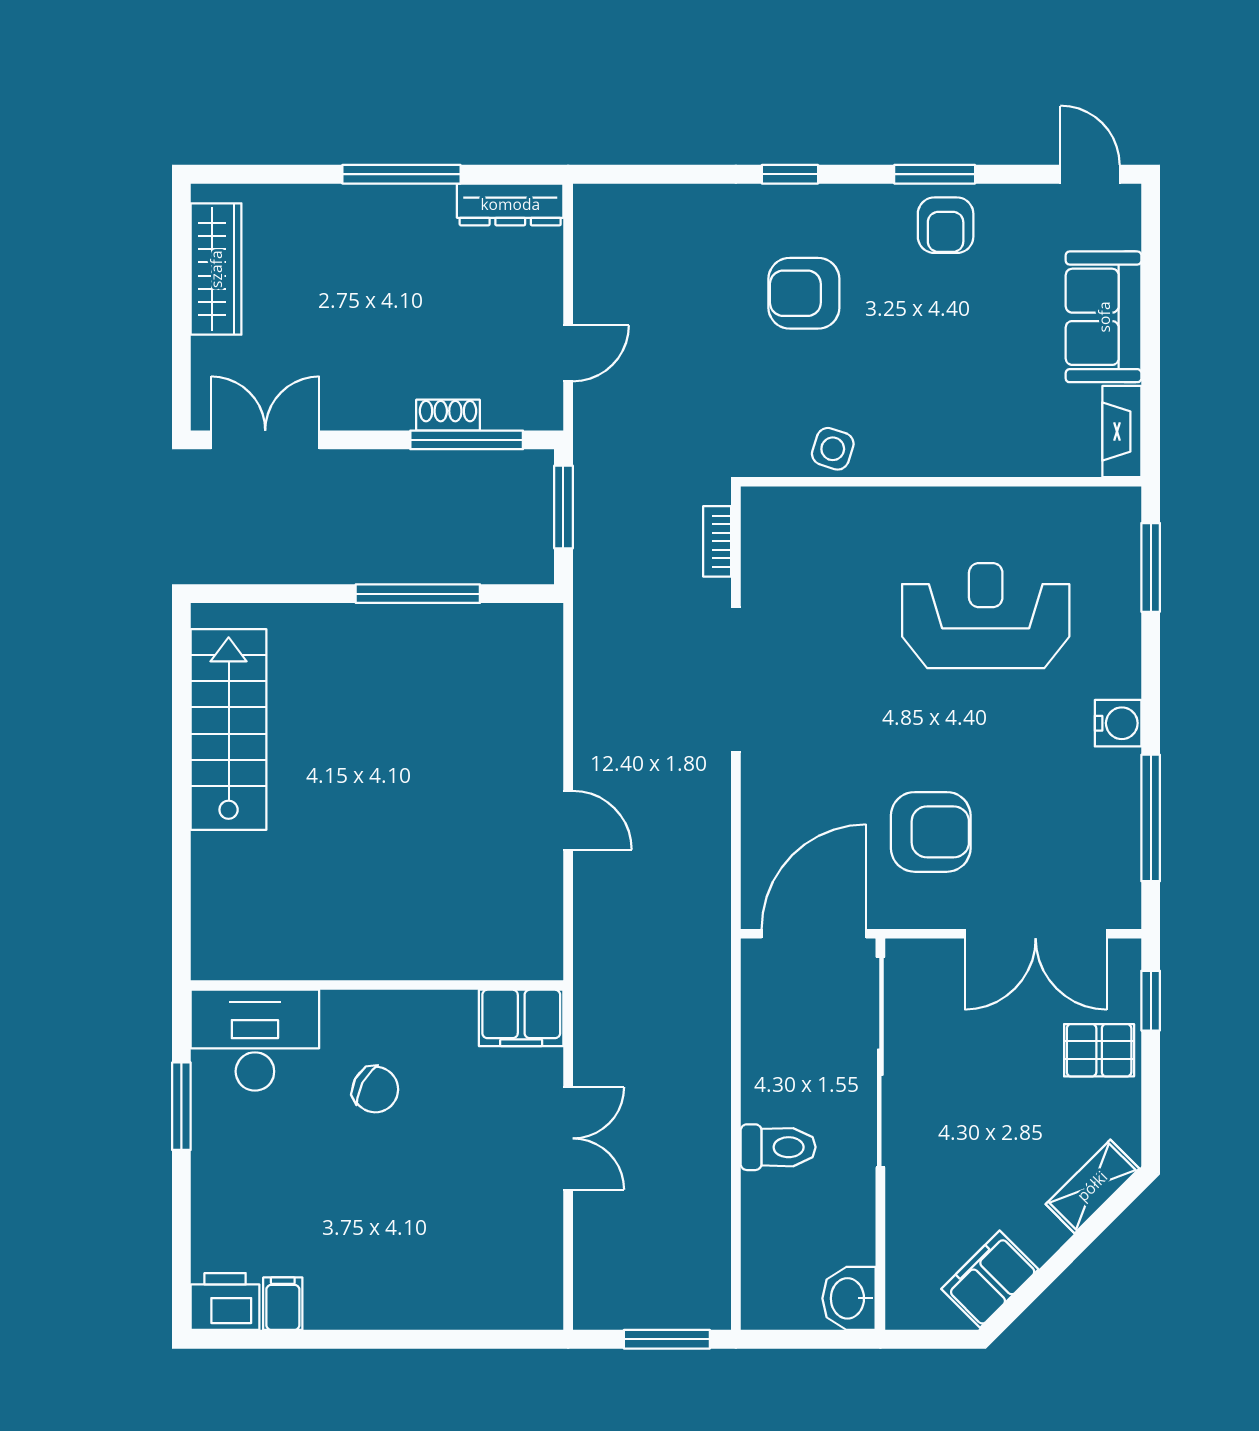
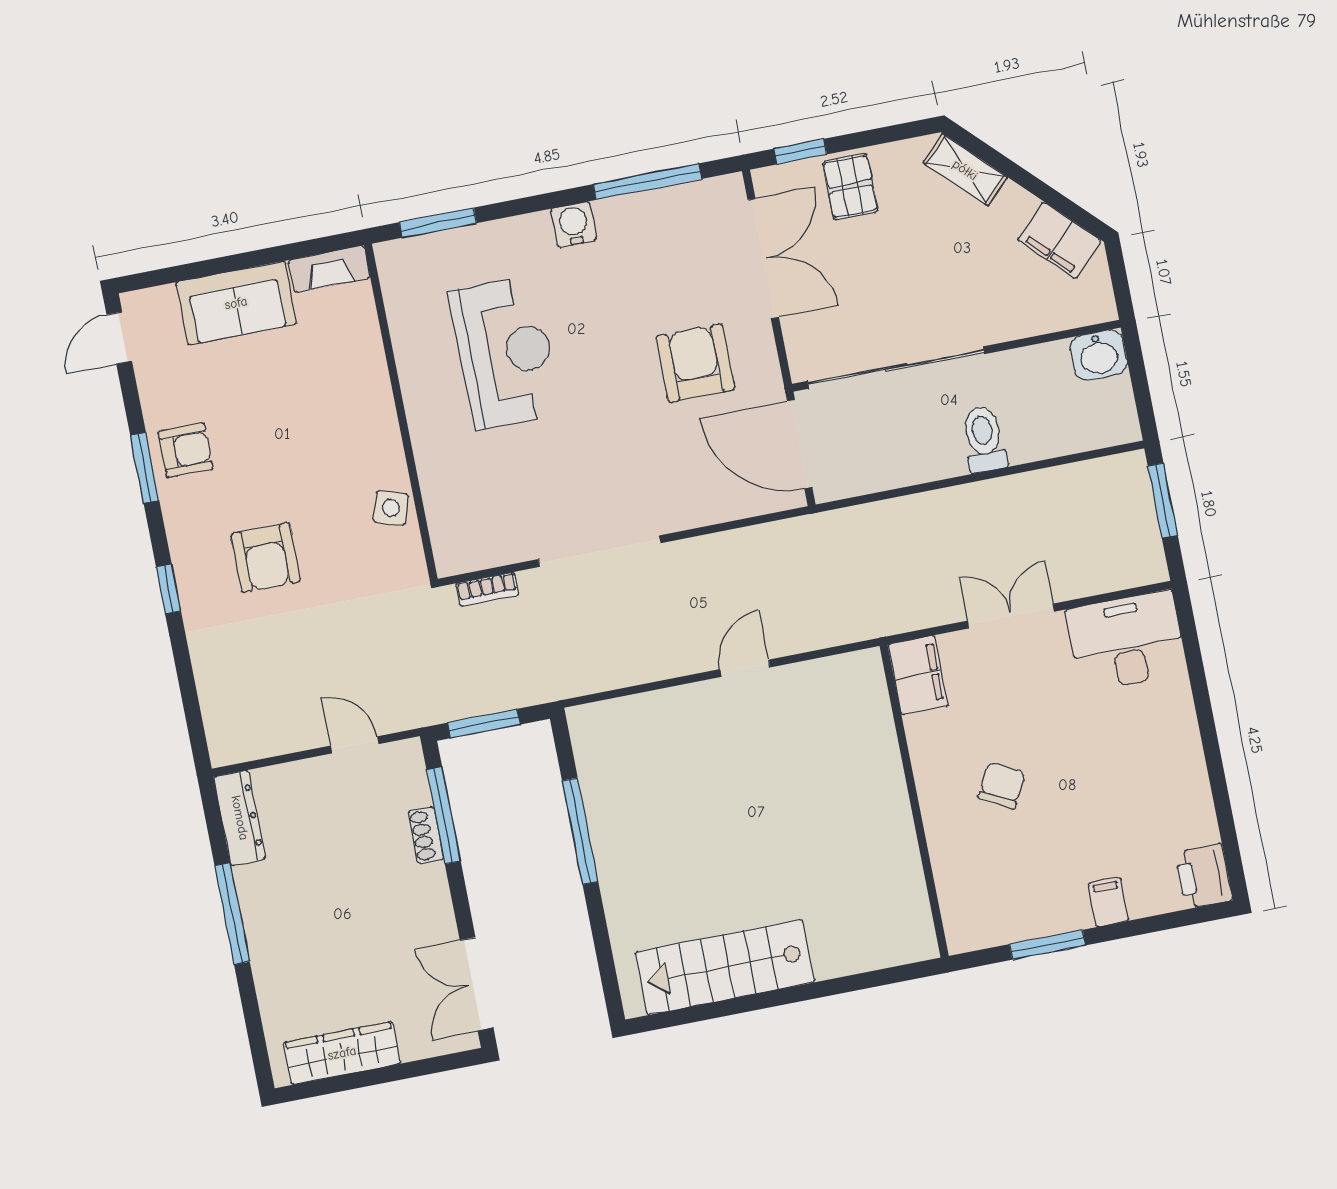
reception desk: (986, 616) -> (505, 353), turned 180
desk: (255, 1040) -> (1126, 641), moved, turned 90
filing cabinet: (283, 1304) -> (1108, 902), moved, turned 90

